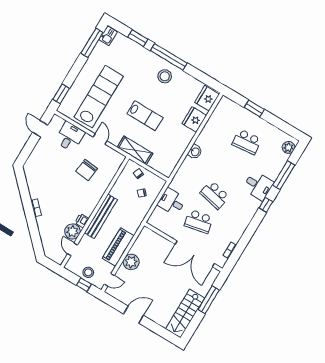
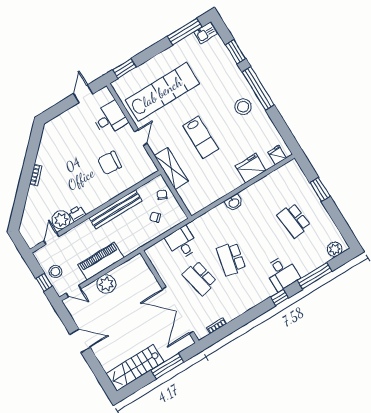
fridge: (207, 98) -> (277, 155), width x0.53, depth x0.75
bench: (101, 216) -> (116, 209), moved

